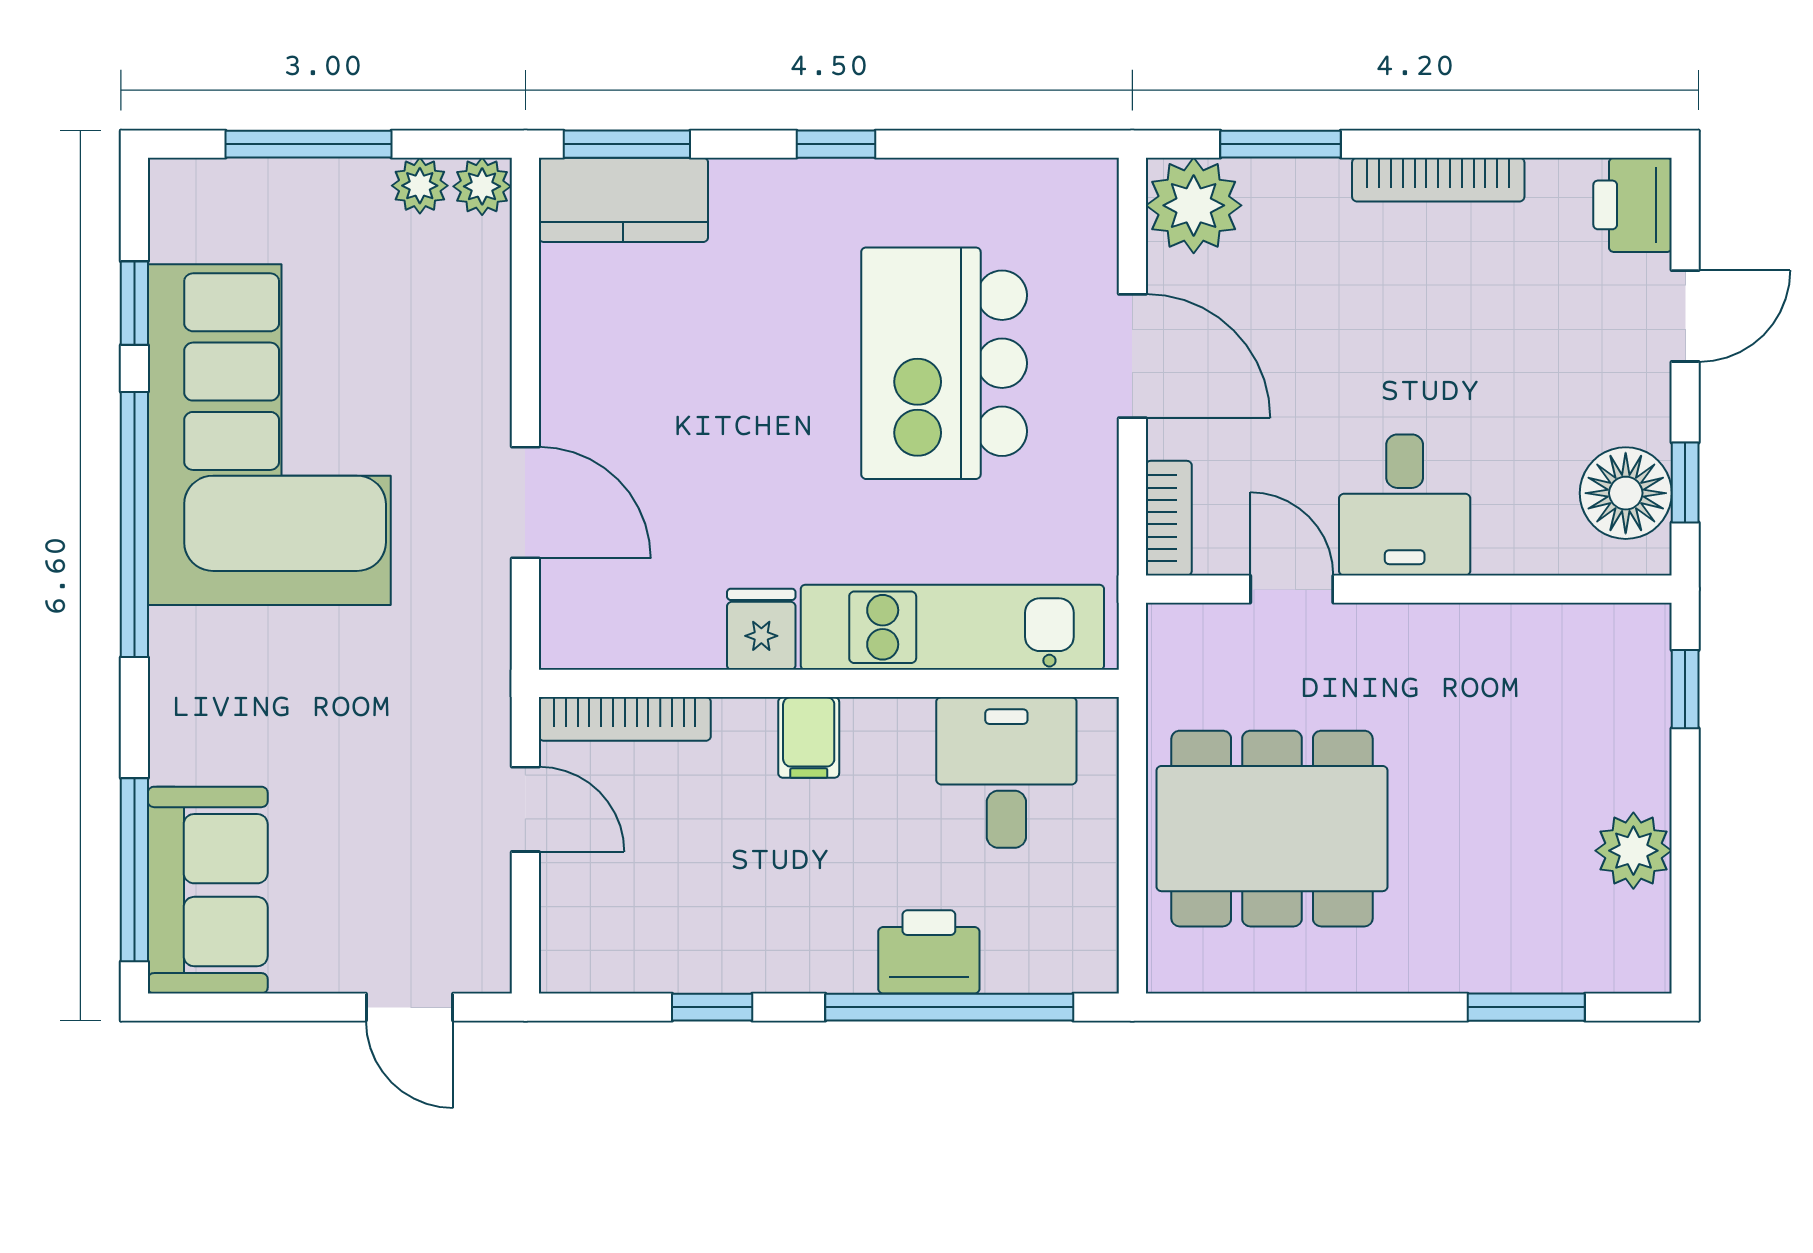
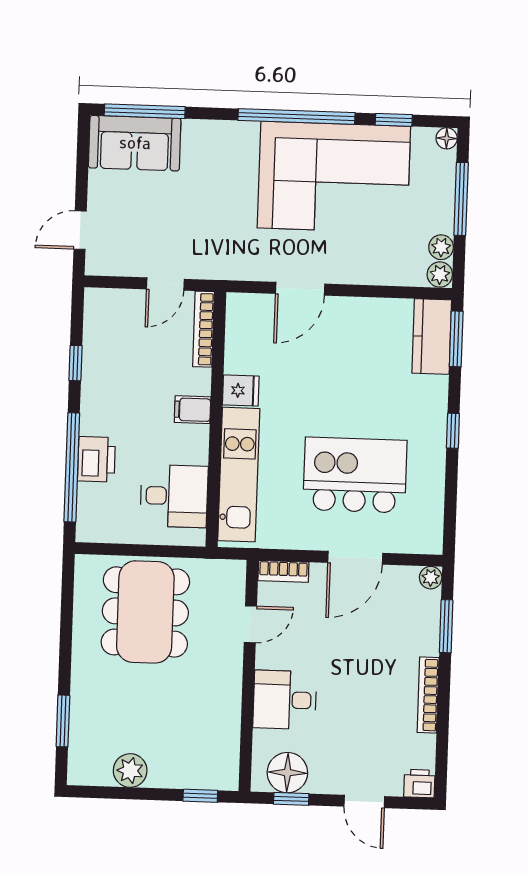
floor lamp: (172, 182) -> (447, 138), added
plant: (1194, 205) -> (431, 578), width x0.53, depth x0.53
printer: (1633, 205) -> (419, 784), width x0.73, depth x0.81
desk: (1405, 505) -> (285, 700), moved

